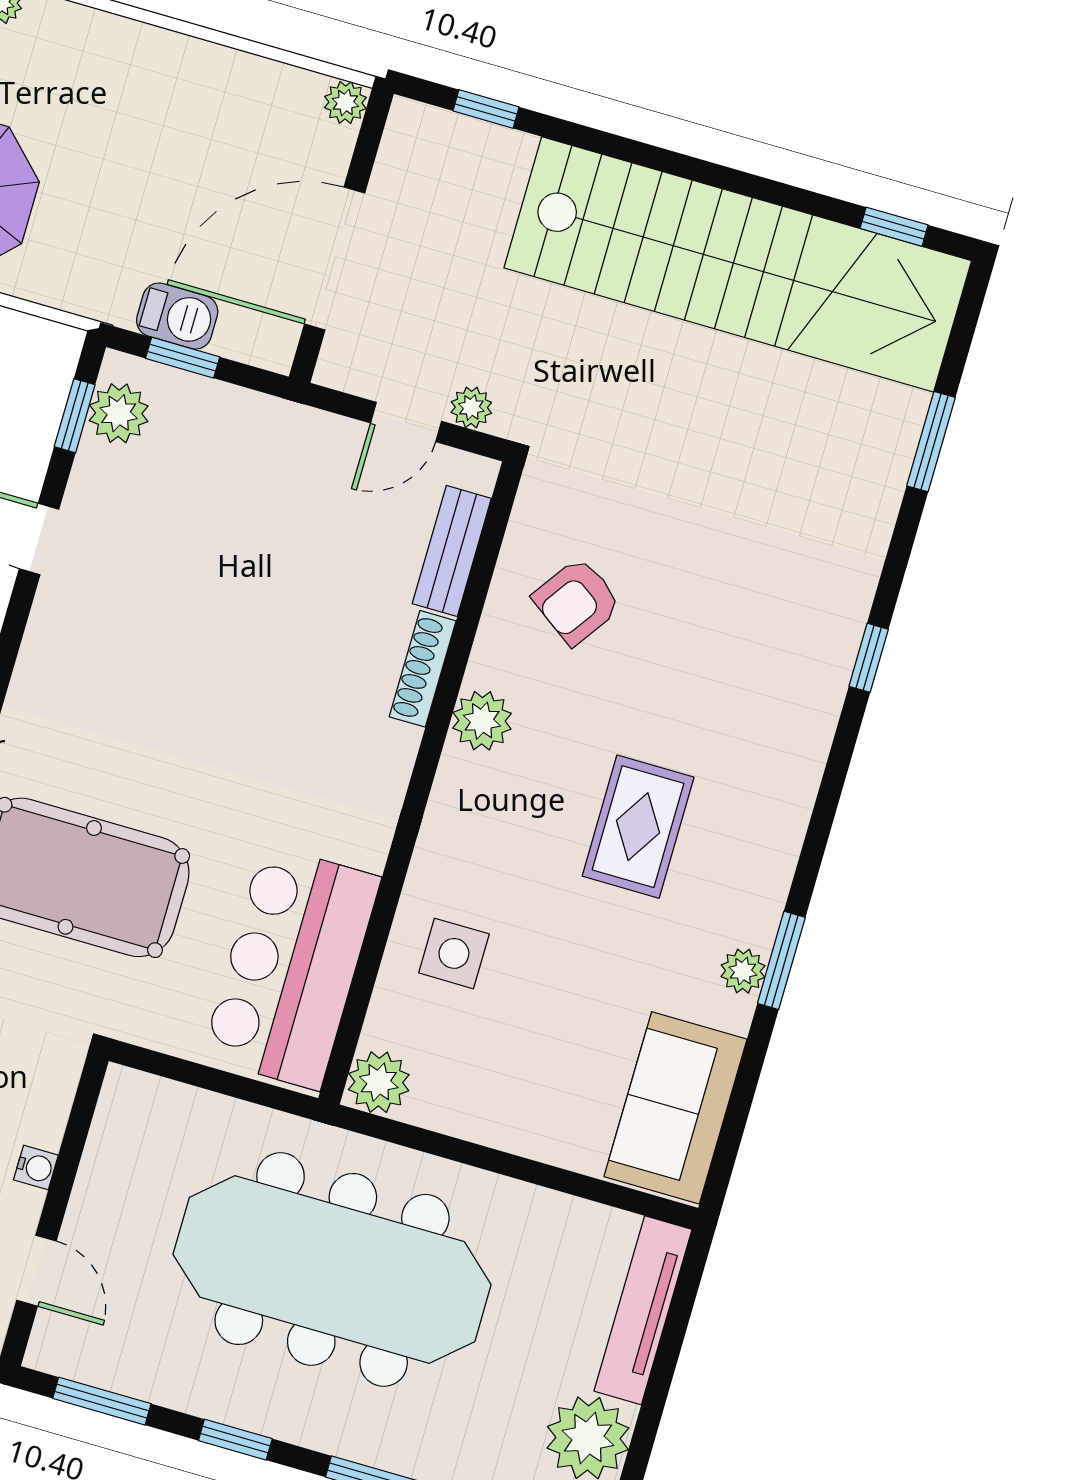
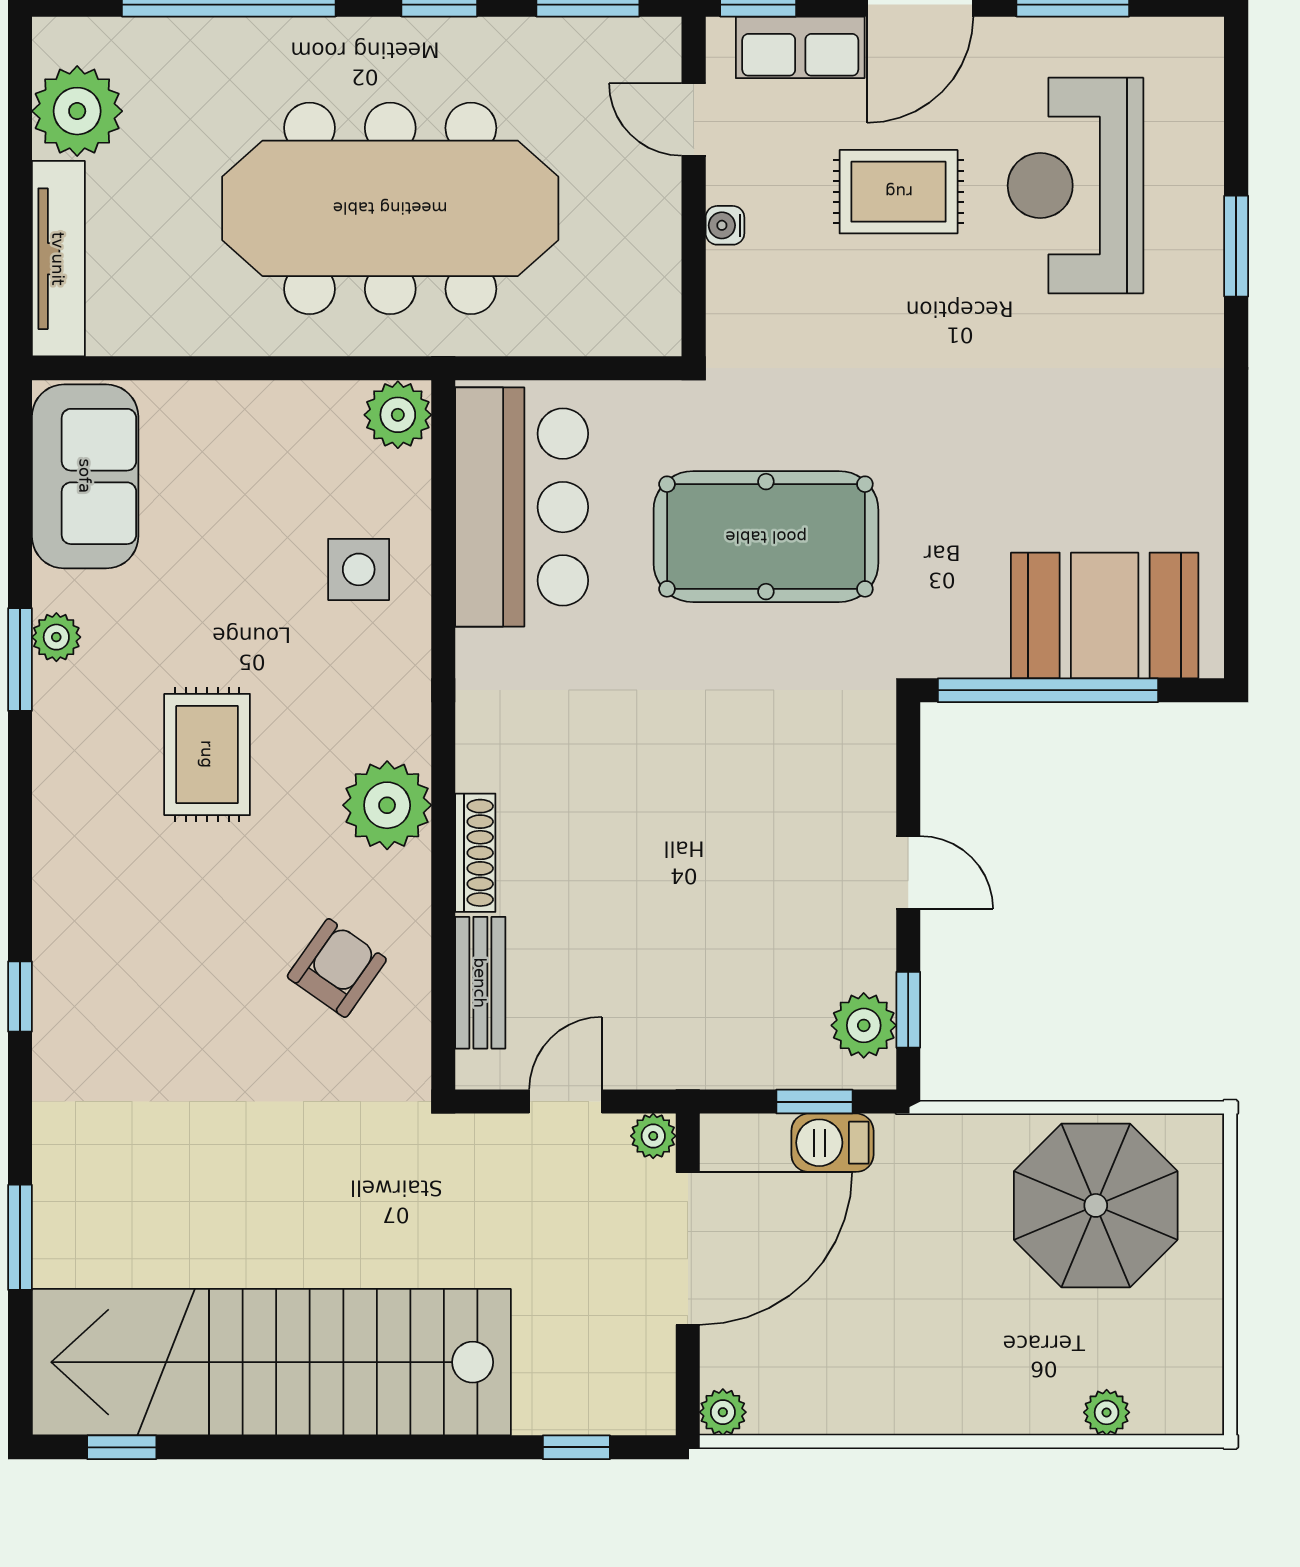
plant: (471, 407) -> (653, 1136), moved
plant: (482, 721) -> (387, 805), width x1.36, depth x1.36

